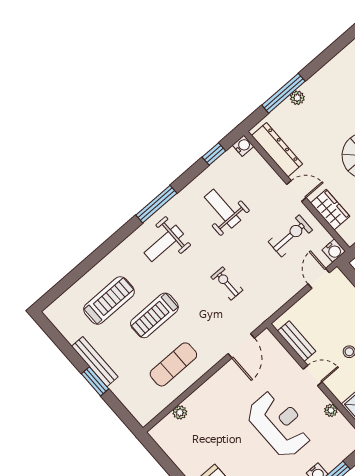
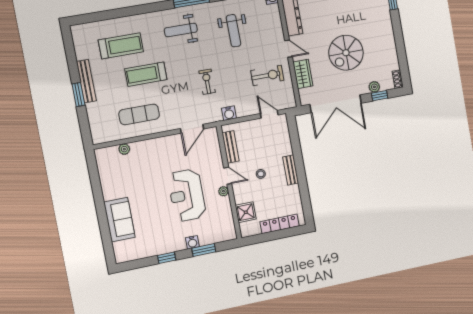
weight bench: (222, 209) -> (234, 31), turned 180
water cooler: (334, 251) -> (229, 113), moved
door: (319, 278) -> (269, 114), hinge flipped
plant: (331, 410) -> (223, 191), moved
reception desk: (279, 424) -> (187, 195), turned 180

